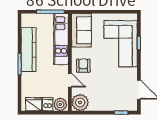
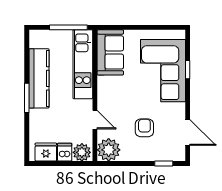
armchair: (83, 66) -> (144, 128), moved

